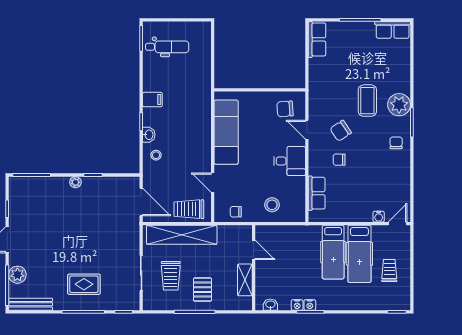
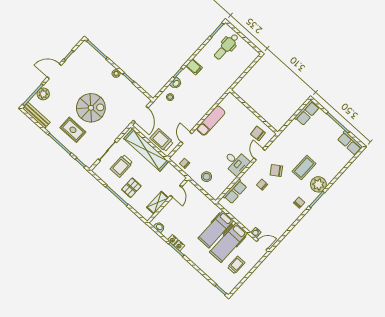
dental chair: (167, 47) -> (226, 47), turned 90
exam couch: (226, 132) -> (211, 121), width x0.73, depth x0.69
spiral stairs: (82, 243) -> (91, 108), added

